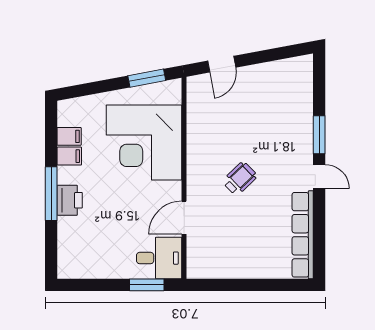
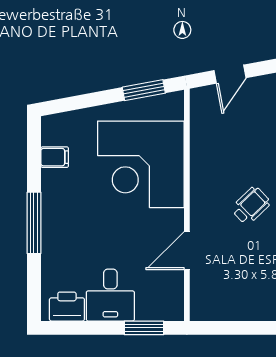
filing cabinet: (69, 156) -> (55, 180), removed
printer: (70, 200) -> (67, 307), moved, turned -90
desk: (159, 258) -> (110, 295), moved, turned 90

